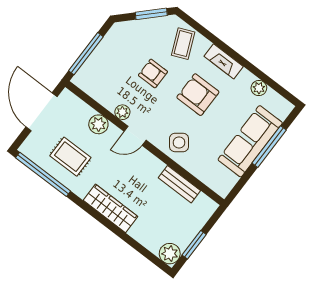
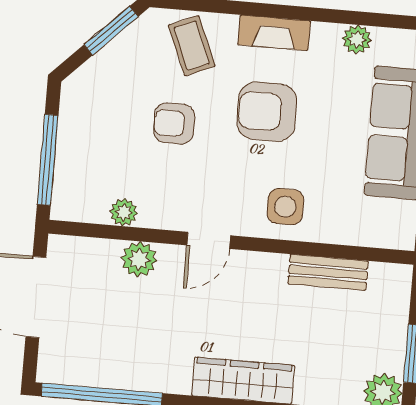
plant: (122, 112) -> (124, 212), moved
side table: (179, 142) -> (285, 207), turned 37
rug: (70, 157) -> (127, 339), removed

